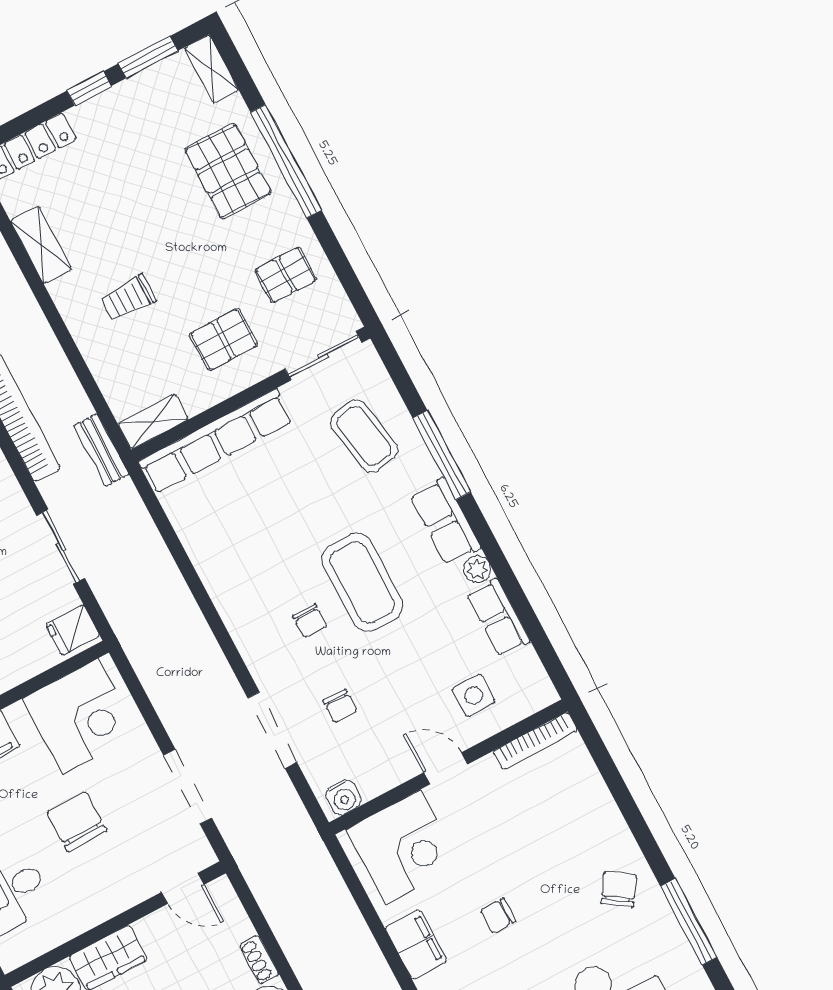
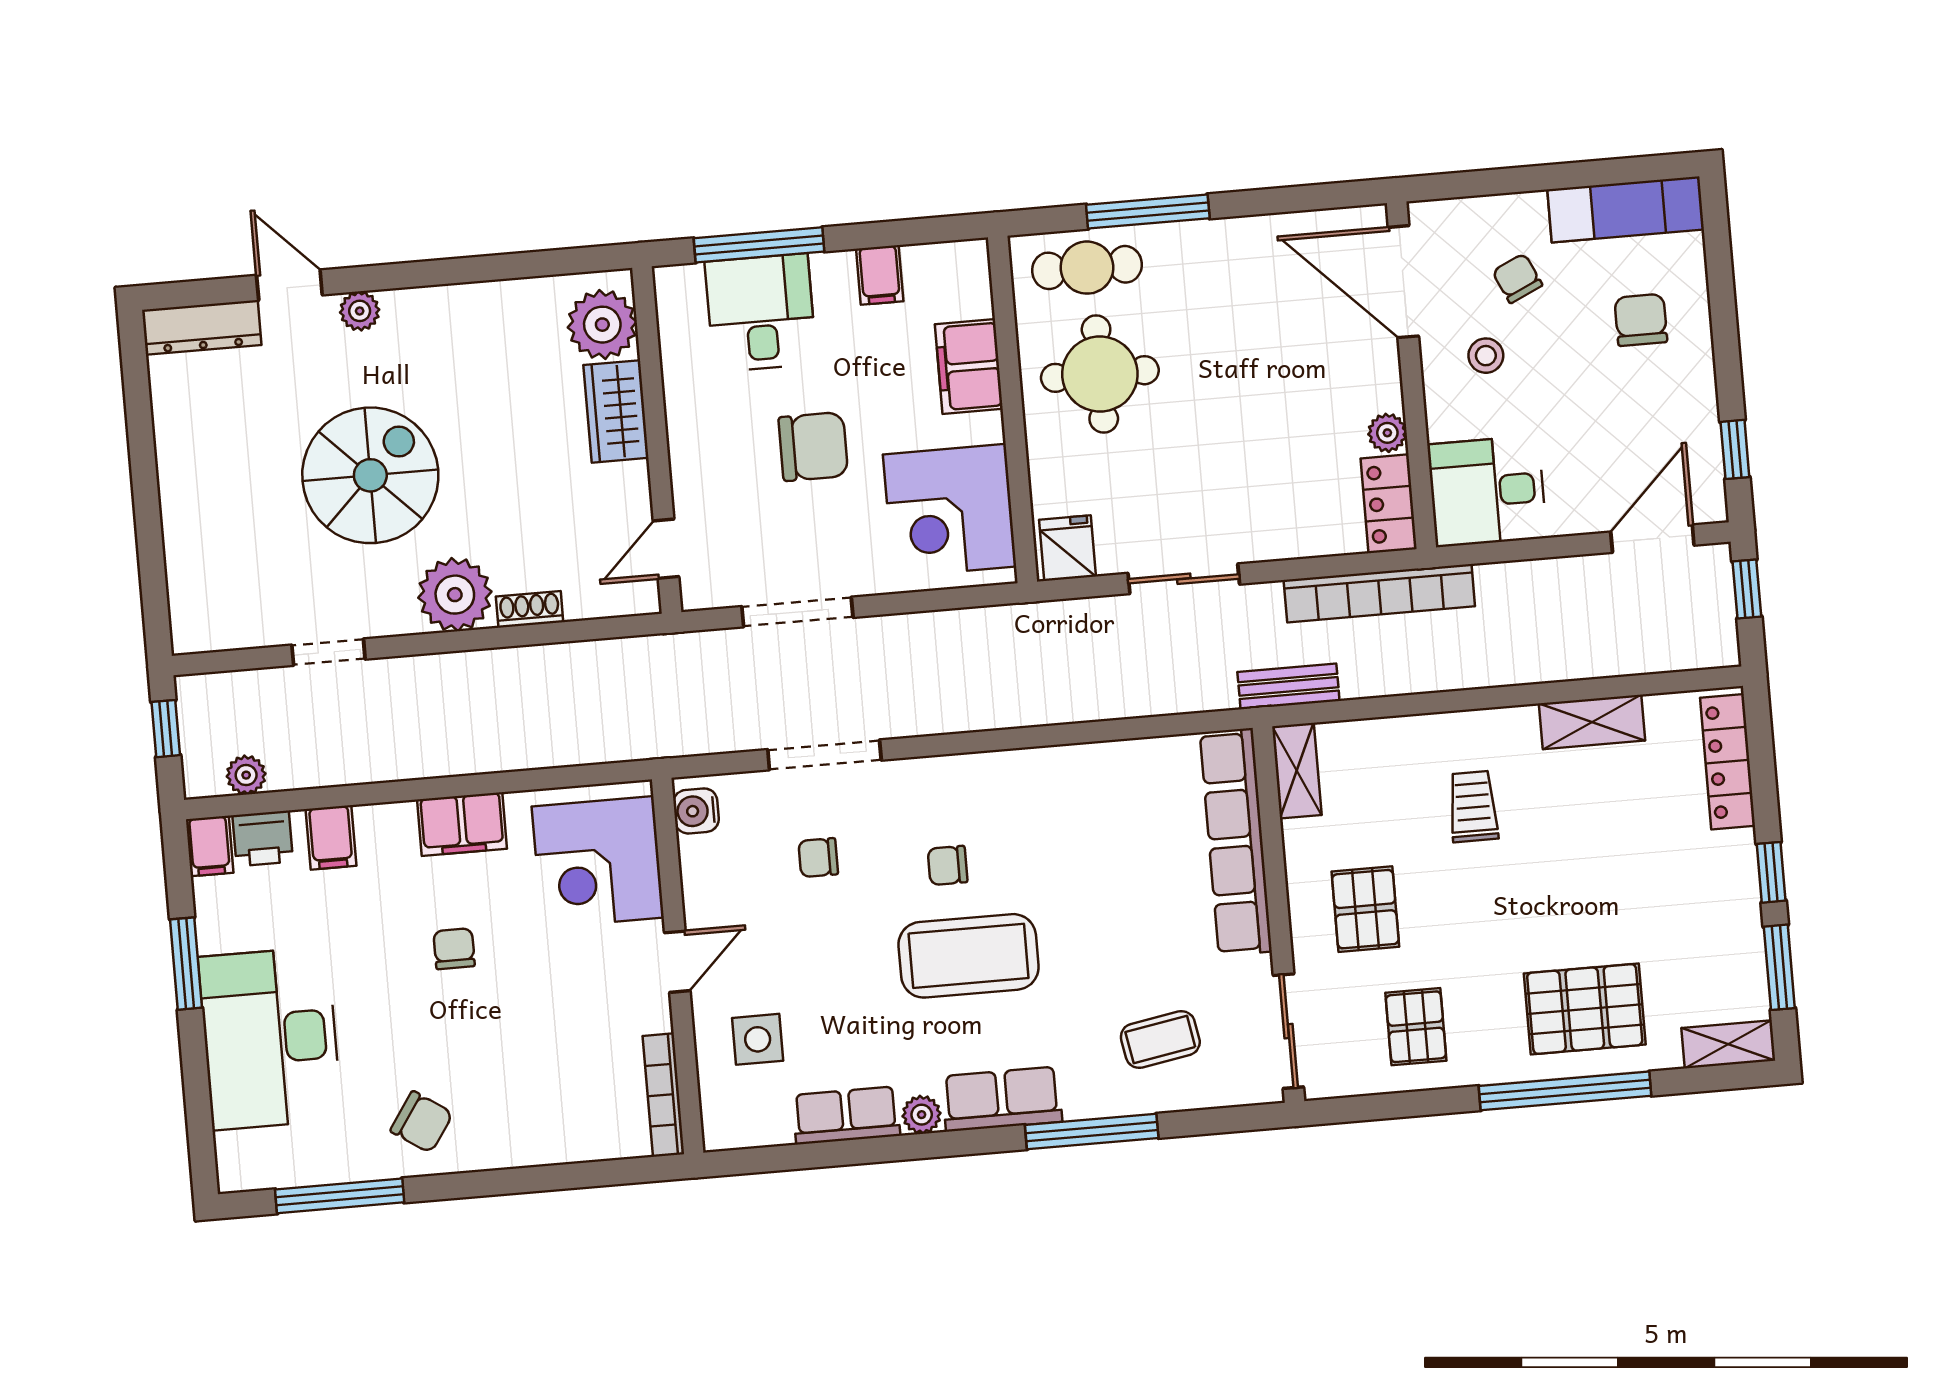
coffee table: (364, 436) -> (1160, 1039), width x0.73, depth x0.77

